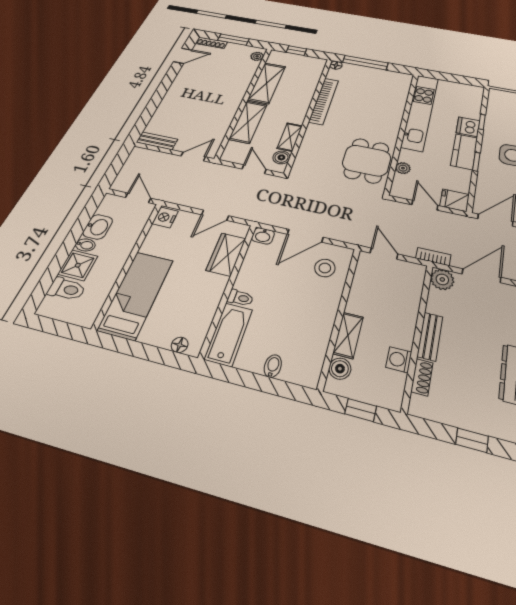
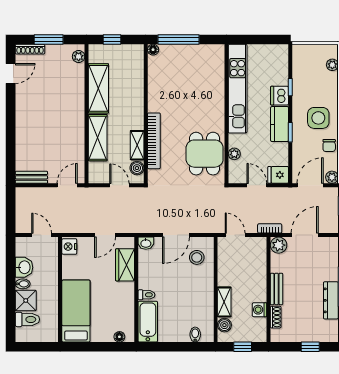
bookcase: (324, 101) -> (154, 141), moved
bidet: (273, 366) -> (195, 335), moved

